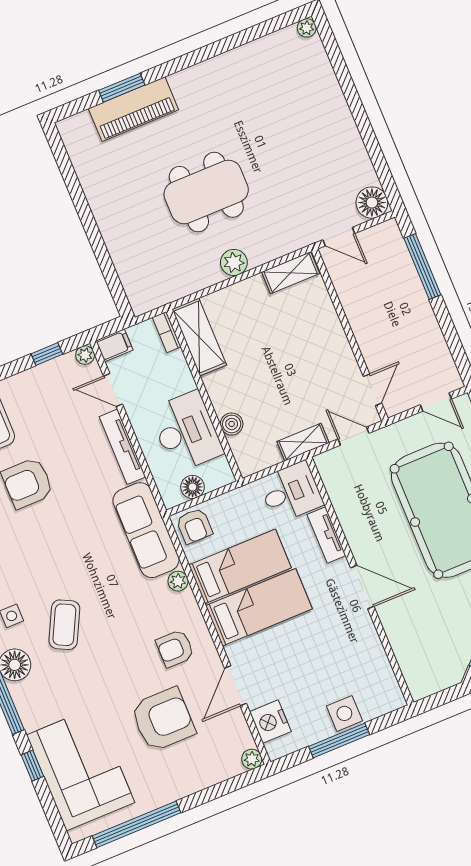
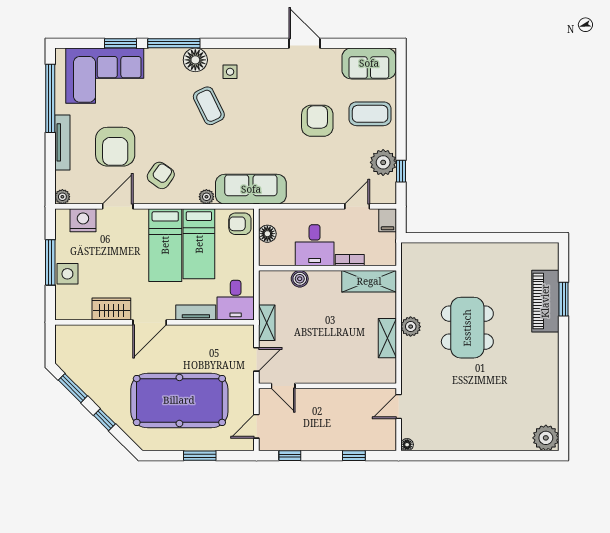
plant: (307, 28) -> (546, 438), width x1.88, depth x1.88
floor lamp: (372, 203) -> (407, 445), width x0.53, depth x0.53
window: (422, 267) -> (354, 456), width x0.46
shelving: (291, 273) -> (387, 338), moved
bookcase: (167, 332) -> (350, 260), moved
window: (455, 346) -> (290, 456), added
plant: (85, 355) -> (383, 162), moved, width x1.88, depth x1.88
desk: (186, 432) -> (315, 245), width x0.73
tv unit: (122, 447) -> (62, 142), moved, turned 90
coffee table: (64, 625) -> (209, 106), turned 37
wardrobe: (365, 641) -> (111, 309), added
armchair: (175, 648) -> (161, 175), turned 35
door: (235, 686) -> (118, 206), hinge flipped
window: (32, 766) -> (121, 43), width x1.50

